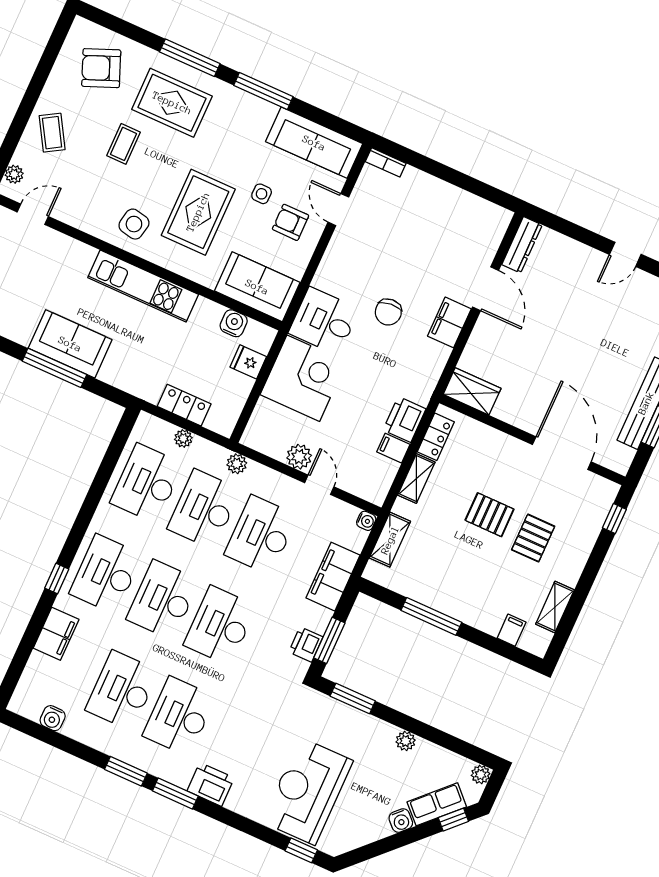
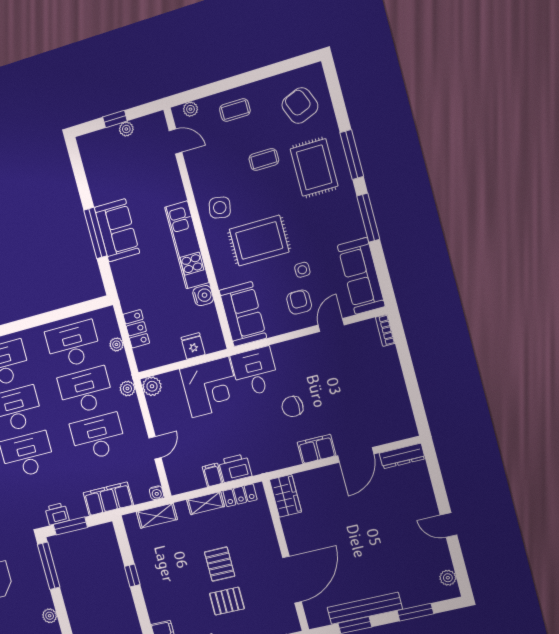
coffee table: (52, 133) -> (235, 110), turned 31
water cooler: (234, 323) -> (203, 296), moved
plant: (299, 457) -> (152, 386), moved
window: (431, 616) -> (132, 575), width x0.46
window: (353, 698) -> (49, 566), width x1.44

